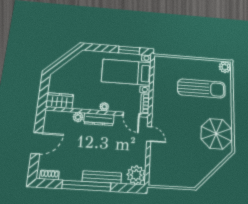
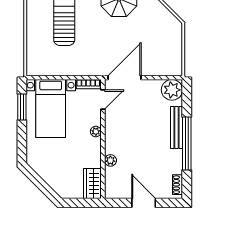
dresser: (99, 119) -> (111, 136), removed
door: (149, 134) -> (124, 78), width x1.87

